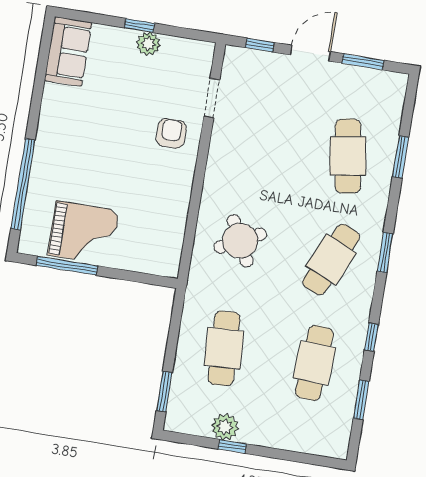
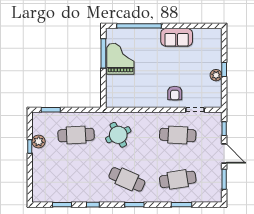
sofa: (68, 52) -> (177, 37), moved
armchair: (171, 134) -> (175, 93), turned 90
grand piano: (83, 233) -> (120, 59), turned 180
round table: (240, 241) -> (118, 135), moved
cafe table: (314, 363) -> (178, 135), moved

